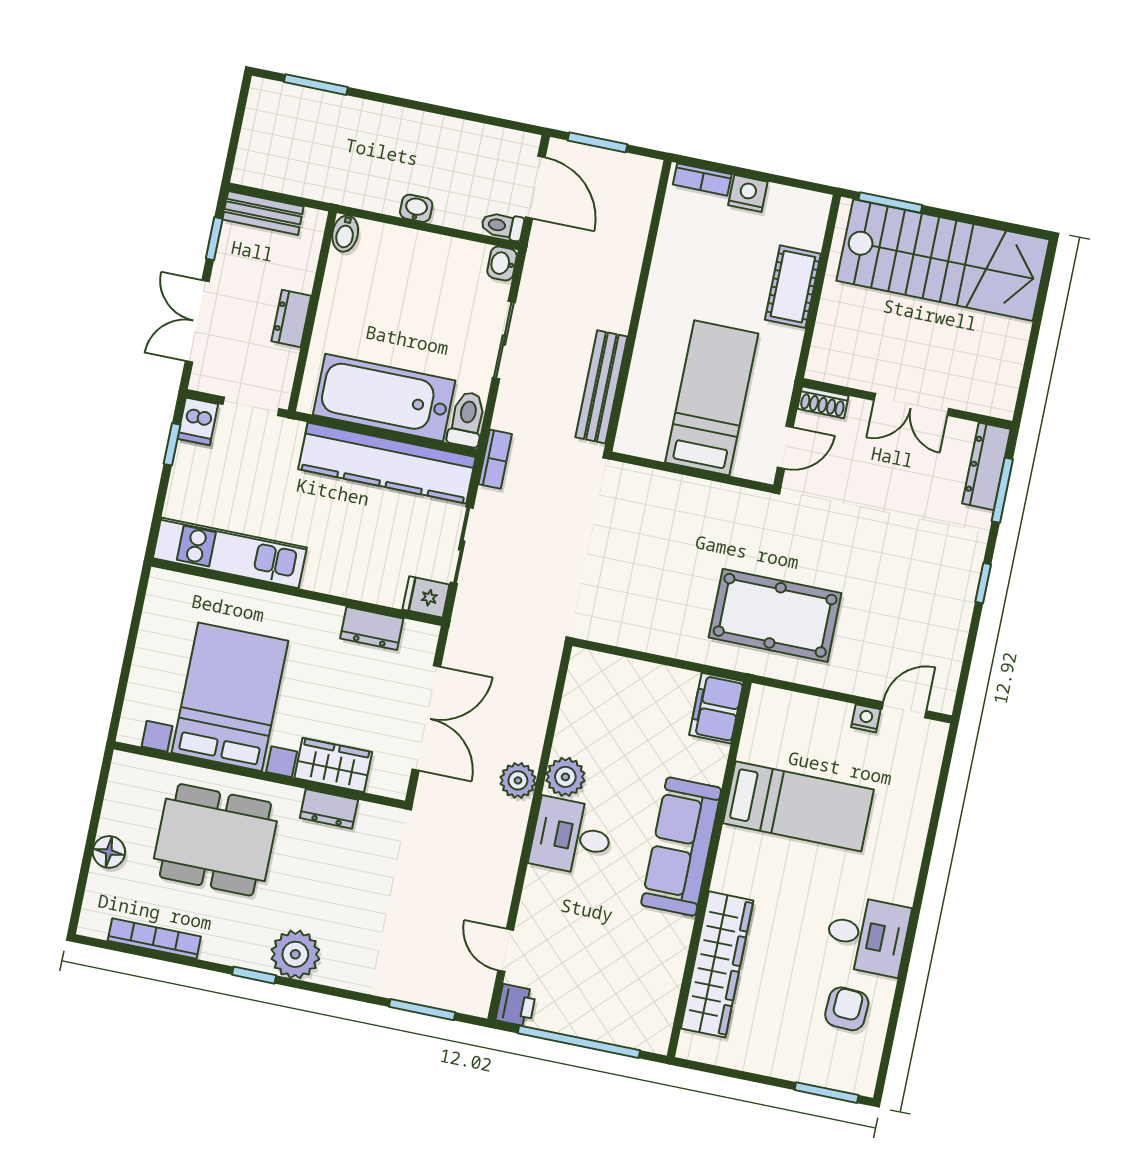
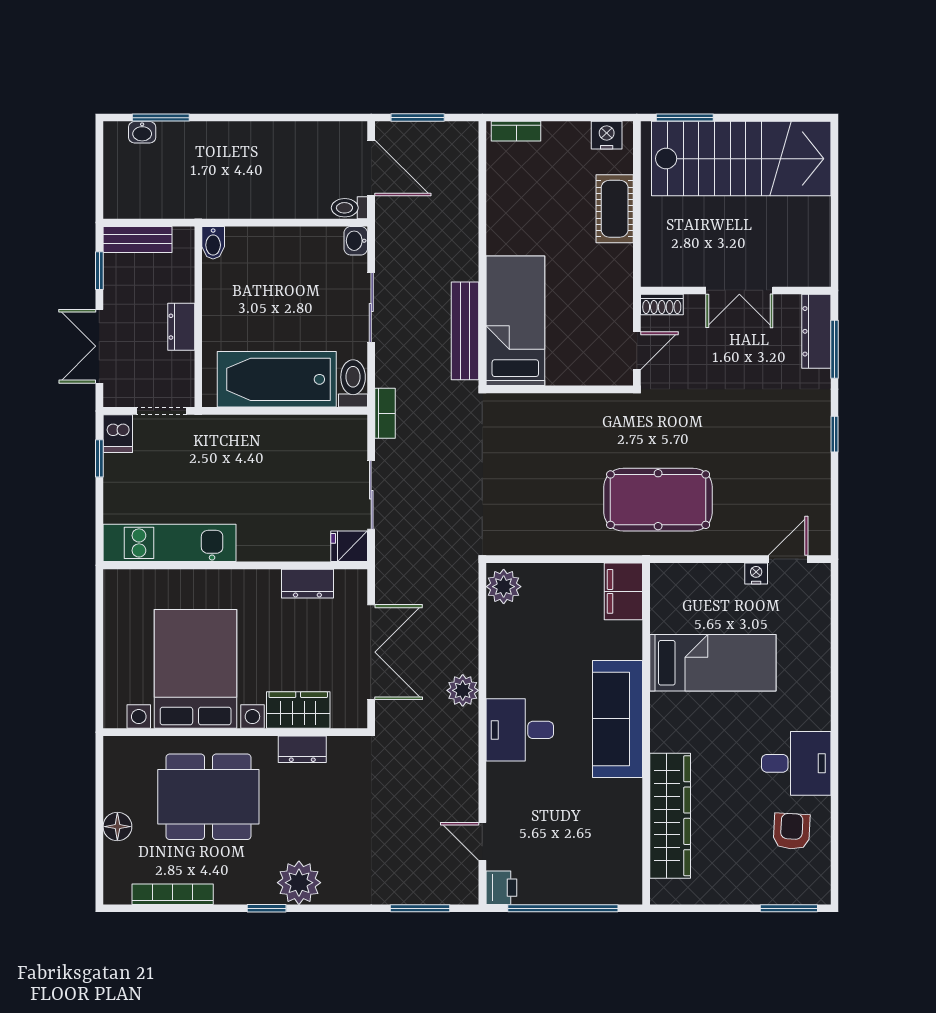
nightstand: (748, 193) -> (607, 135), moved
washbasin: (416, 208) -> (142, 132), moved, turned 180
bed: (712, 398) -> (515, 321), moved
kitchen counter: (387, 463) -> (291, 436), removed
plant: (565, 777) -> (504, 587), moved

